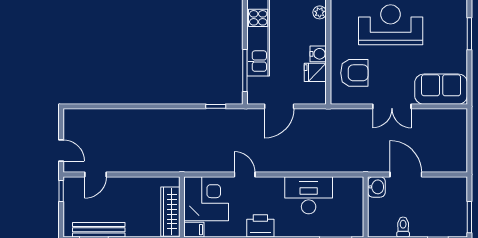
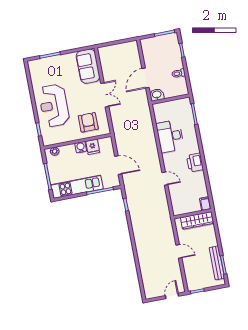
door: (95, 174) -> (179, 251), moved
door: (245, 174) -> (165, 179), swing flipped
corner desk: (206, 199) -> (185, 200), removed

